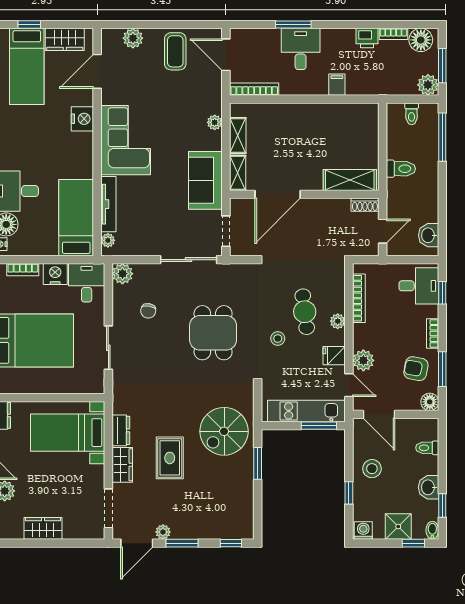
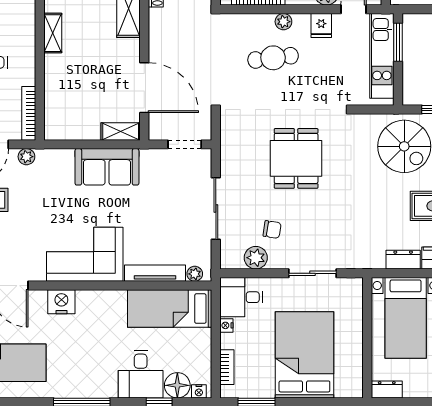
filing cabinet: (337, 85) -> (24, 23), removed
plant: (215, 122) -> (26, 157), moved
shelving: (238, 136) -> (53, 33), moved, turned 90
sofa: (205, 180) -> (107, 167), moved
sliding door: (189, 260) -> (216, 208), moved
nightstand: (55, 274) -> (226, 325), width x0.53, depth x0.56
plant: (122, 274) -> (256, 258), moved
dining table: (213, 333) -> (296, 158), turned 90
stool: (278, 339) -> (302, 87), removed

